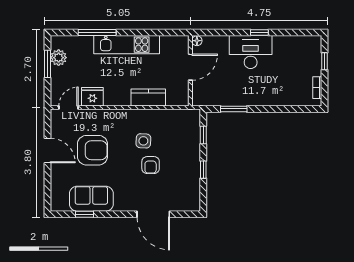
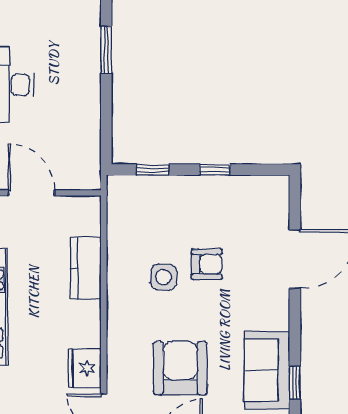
window: (234, 109) -> (106, 50), moved

